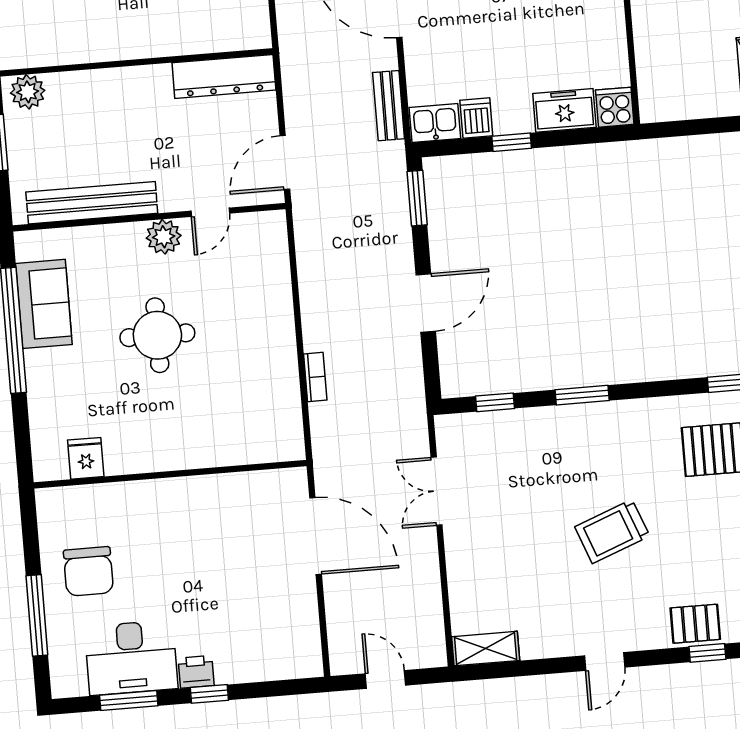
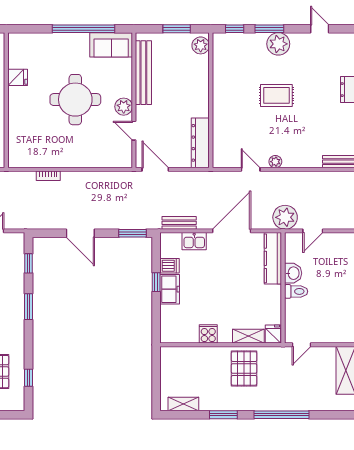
cooker: (615, 107) -> (208, 334), moved, turned -90
freezer: (564, 110) -> (170, 289), moved
kitchen sink: (435, 123) -> (194, 241), moved, turned 90
sofa: (44, 304) -> (111, 45), moved
round table: (157, 335) -> (75, 100), width x1.36, depth x1.36
fridge: (86, 458) -> (18, 77), moved

